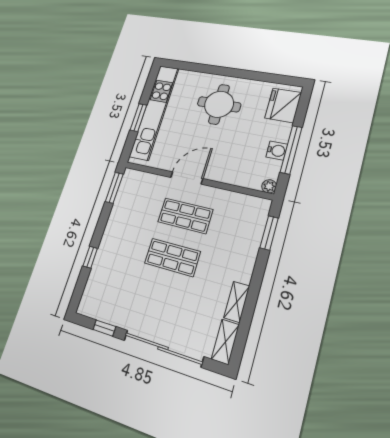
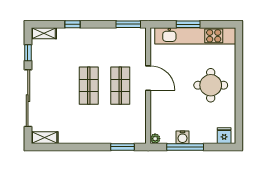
fridge: (283, 105) -> (224, 136), width x0.53, depth x0.75
shelving: (237, 302) -> (44, 33), moved

